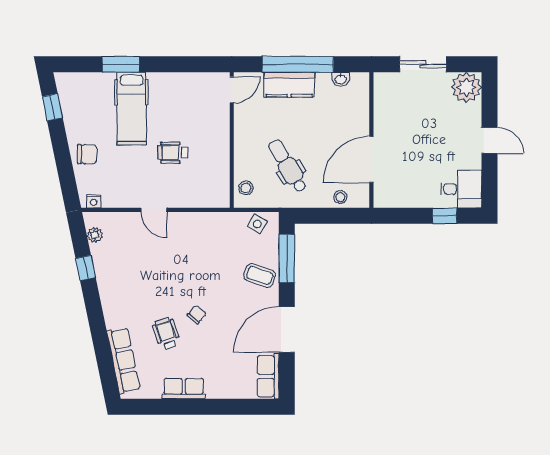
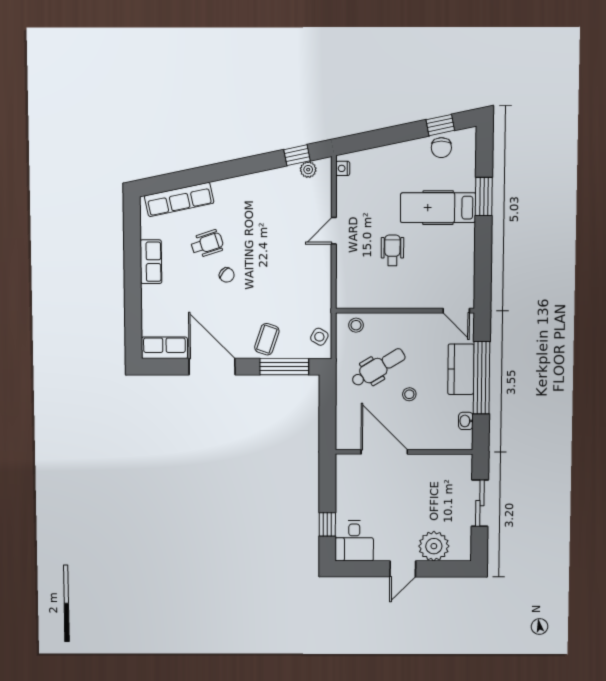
plant: (466, 87) -> (434, 546), moved
chair: (87, 154) -> (441, 148), moved
stool: (340, 197) -> (409, 394), moved
window: (86, 268) -> (297, 155), moved

